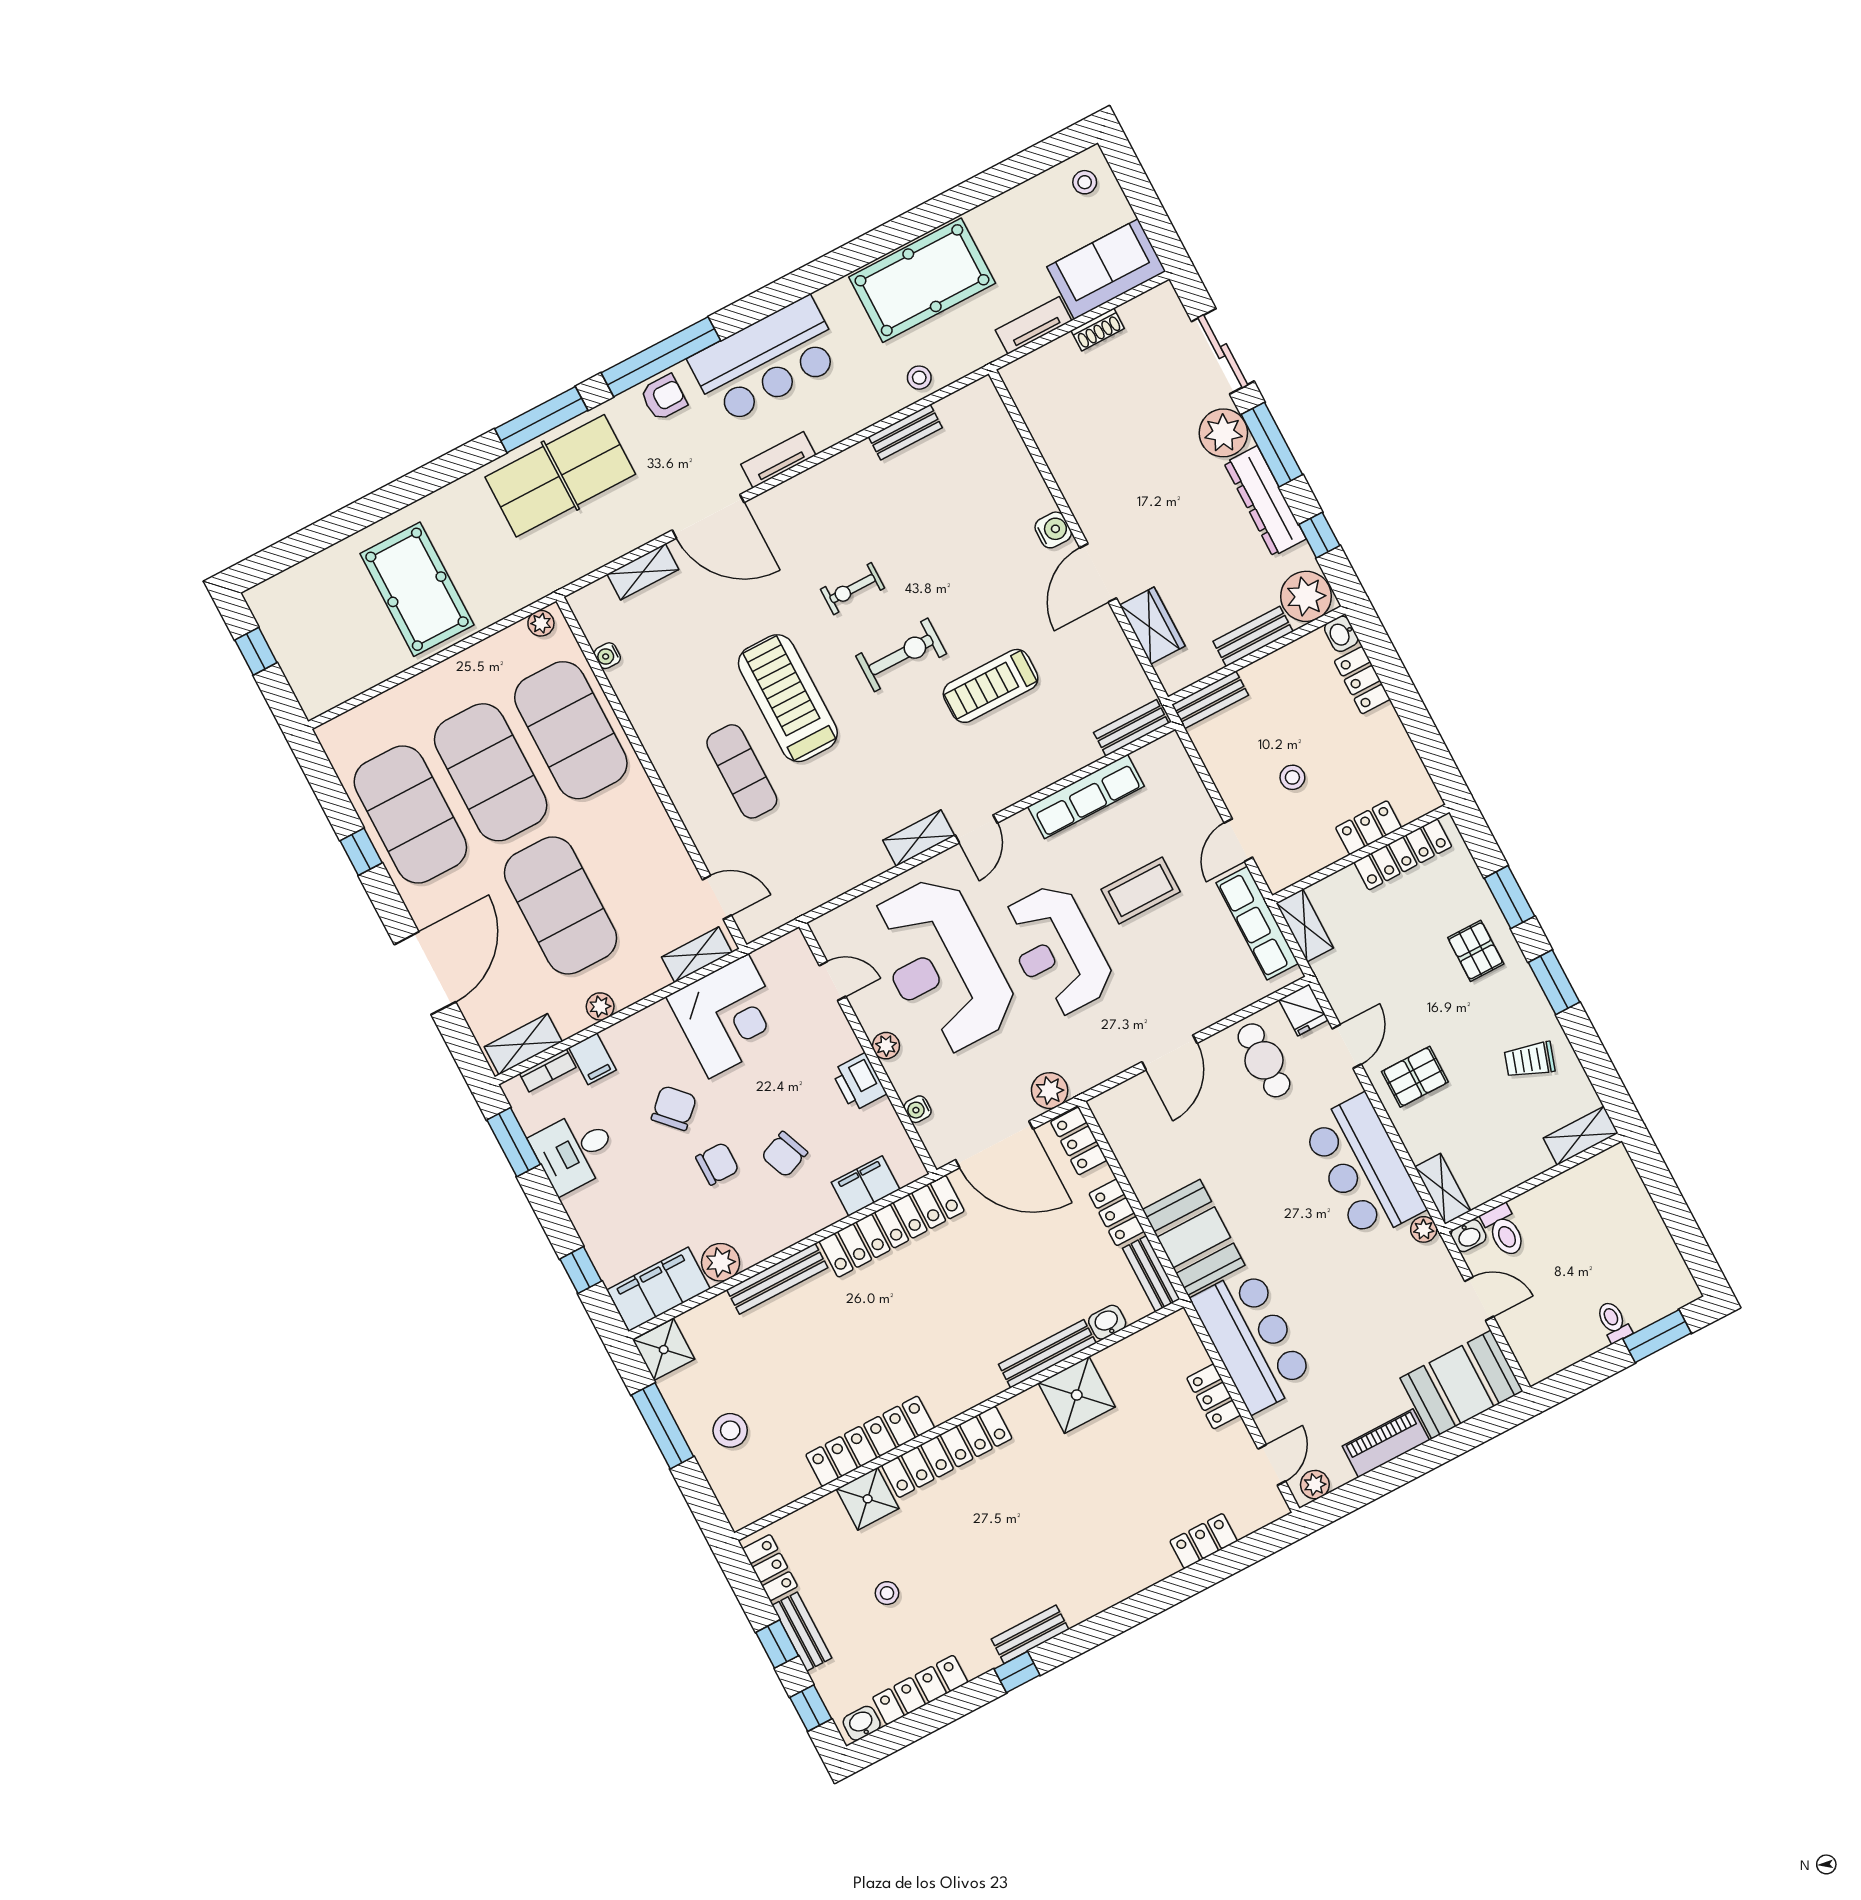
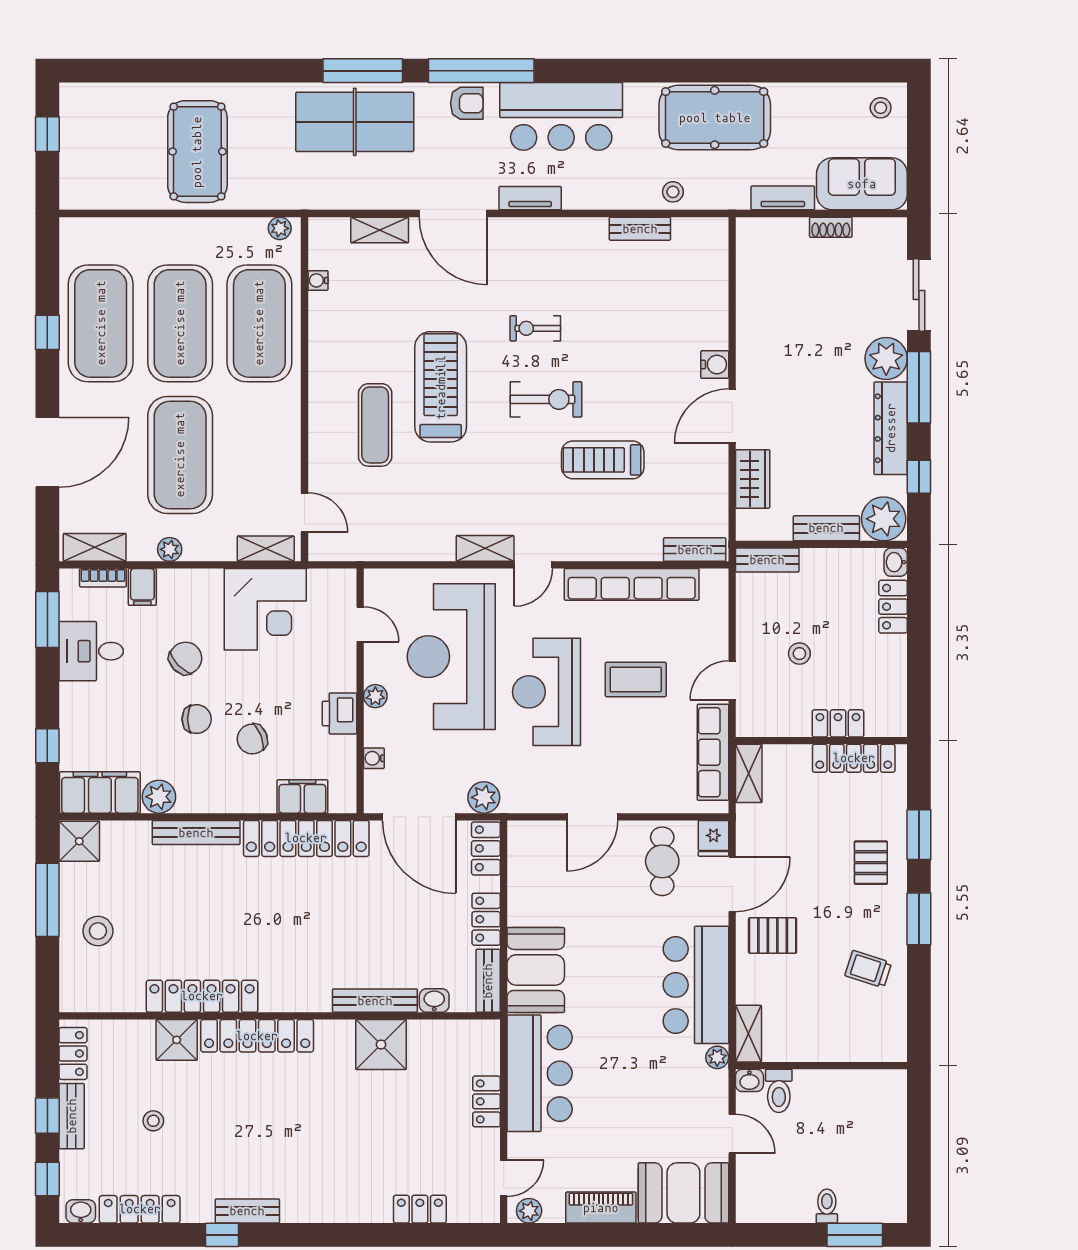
row of seats: (1086, 796) -> (632, 584), width x1.36
door: (1347, 1046) -> (732, 884), width x1.37
shelving: (1581, 1136) -> (877, 1049), removed

